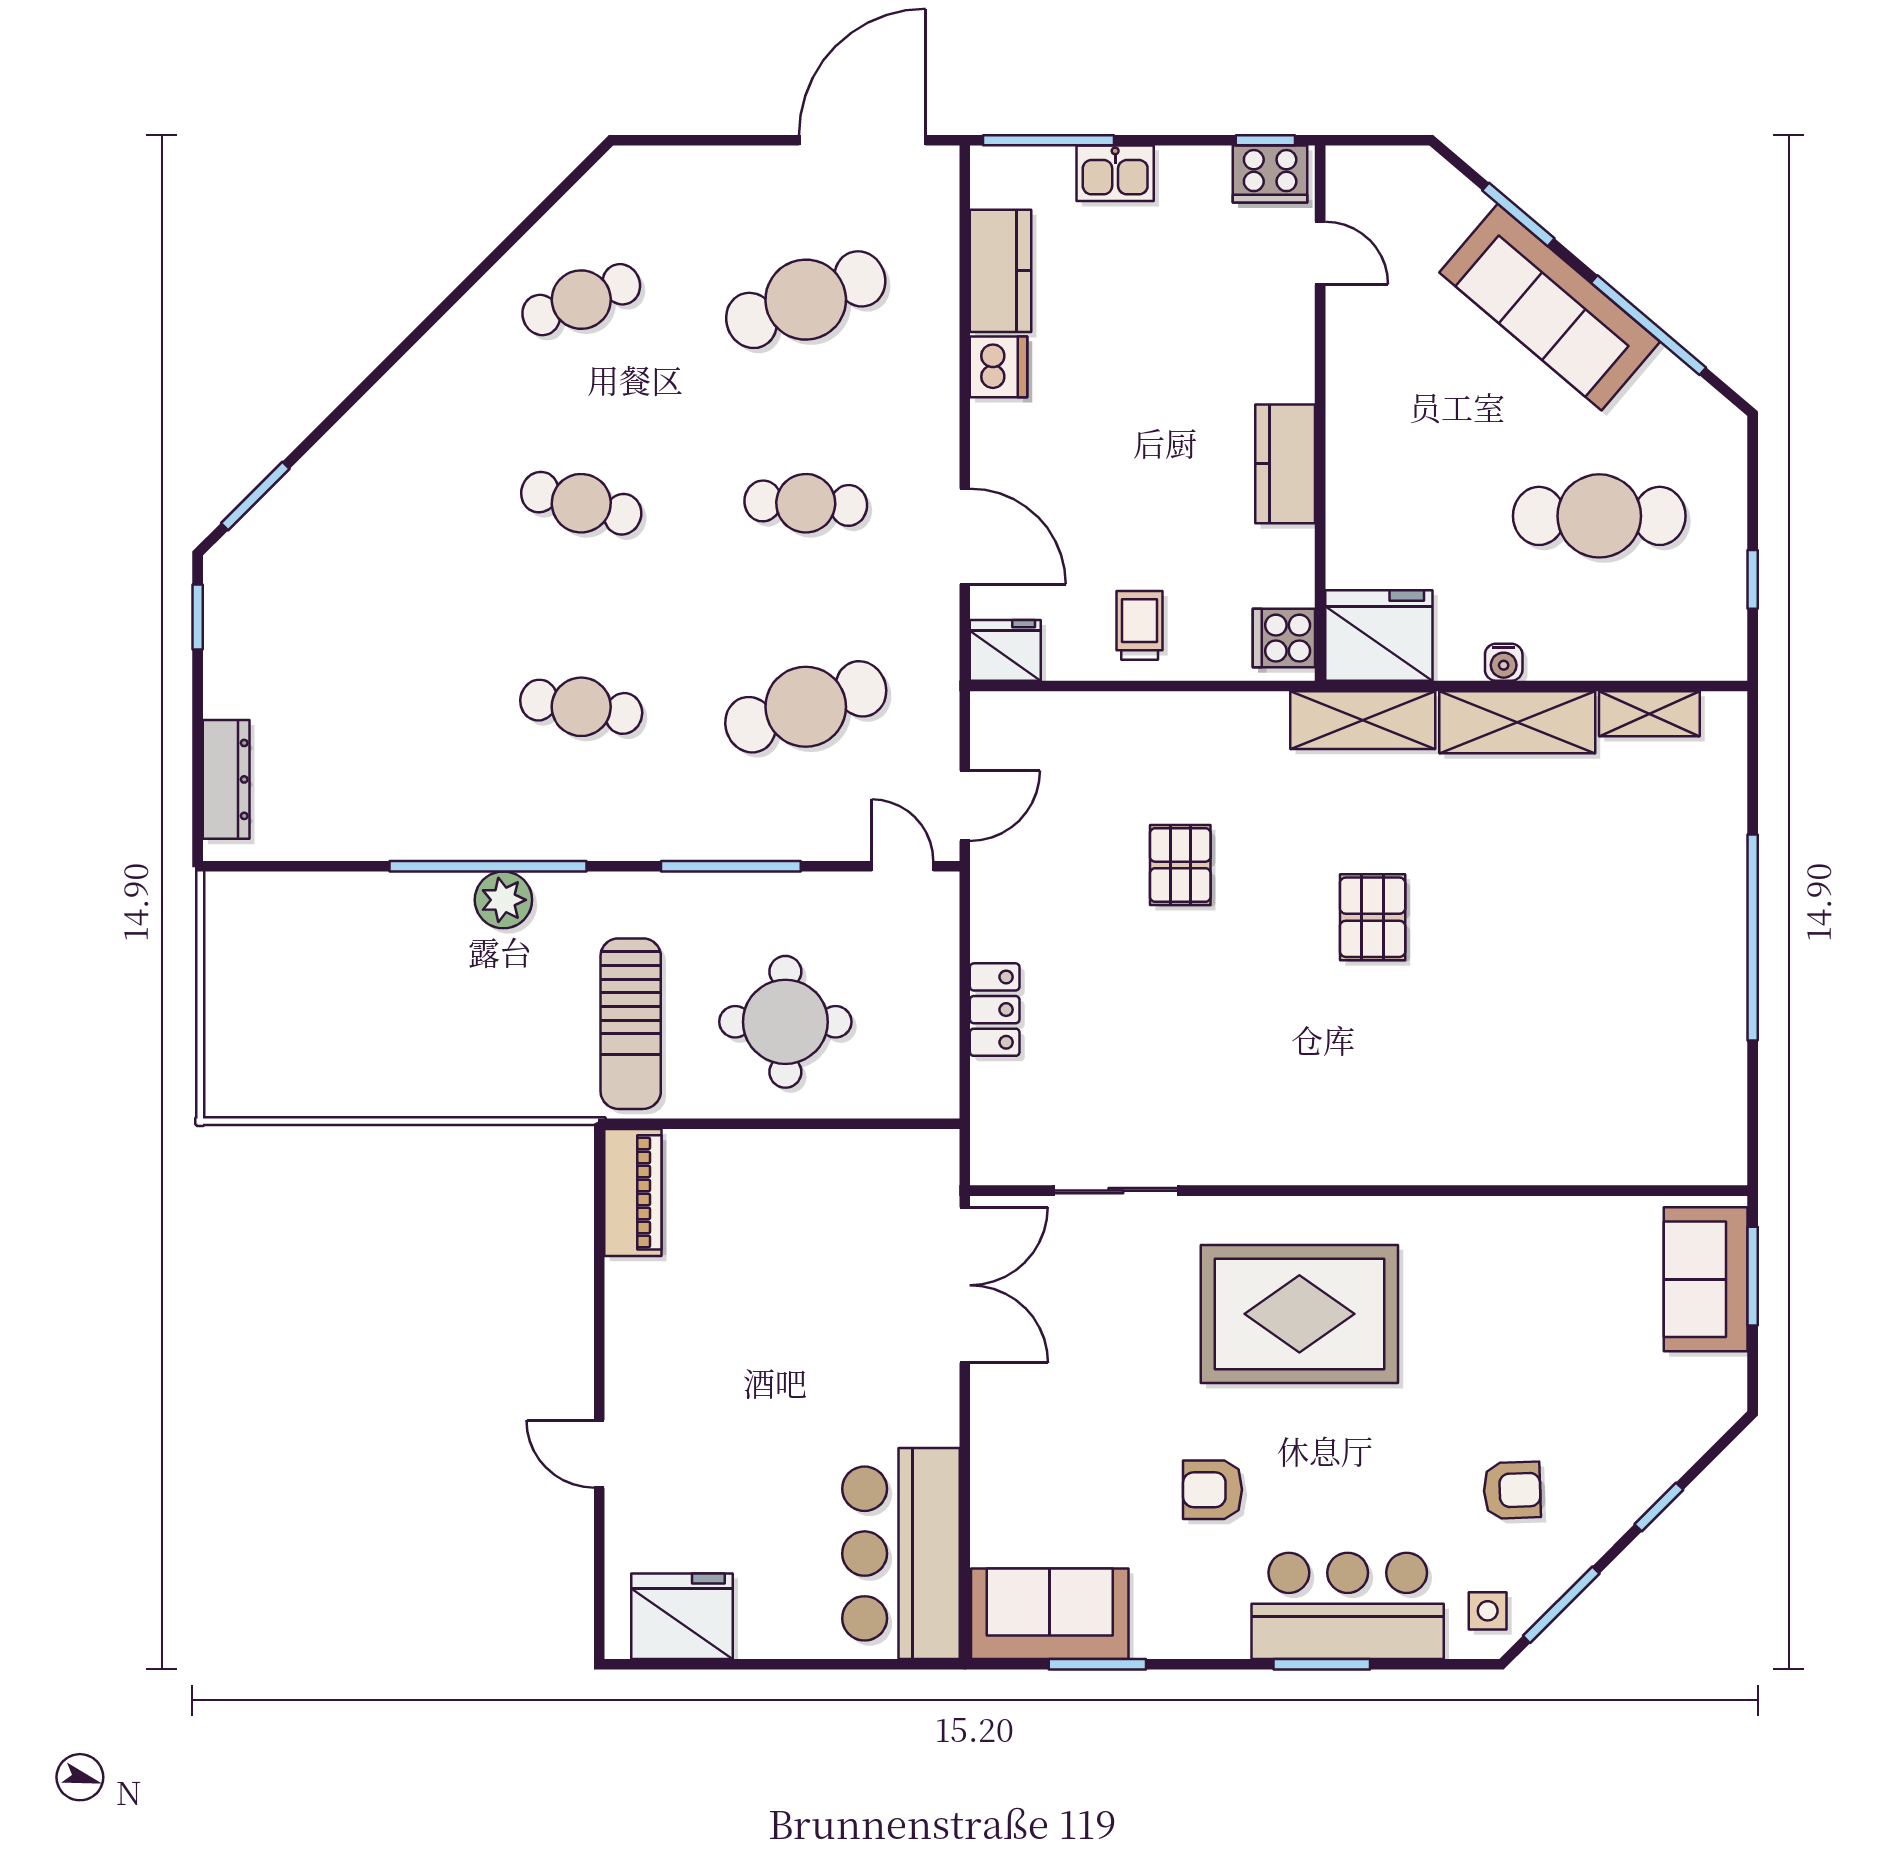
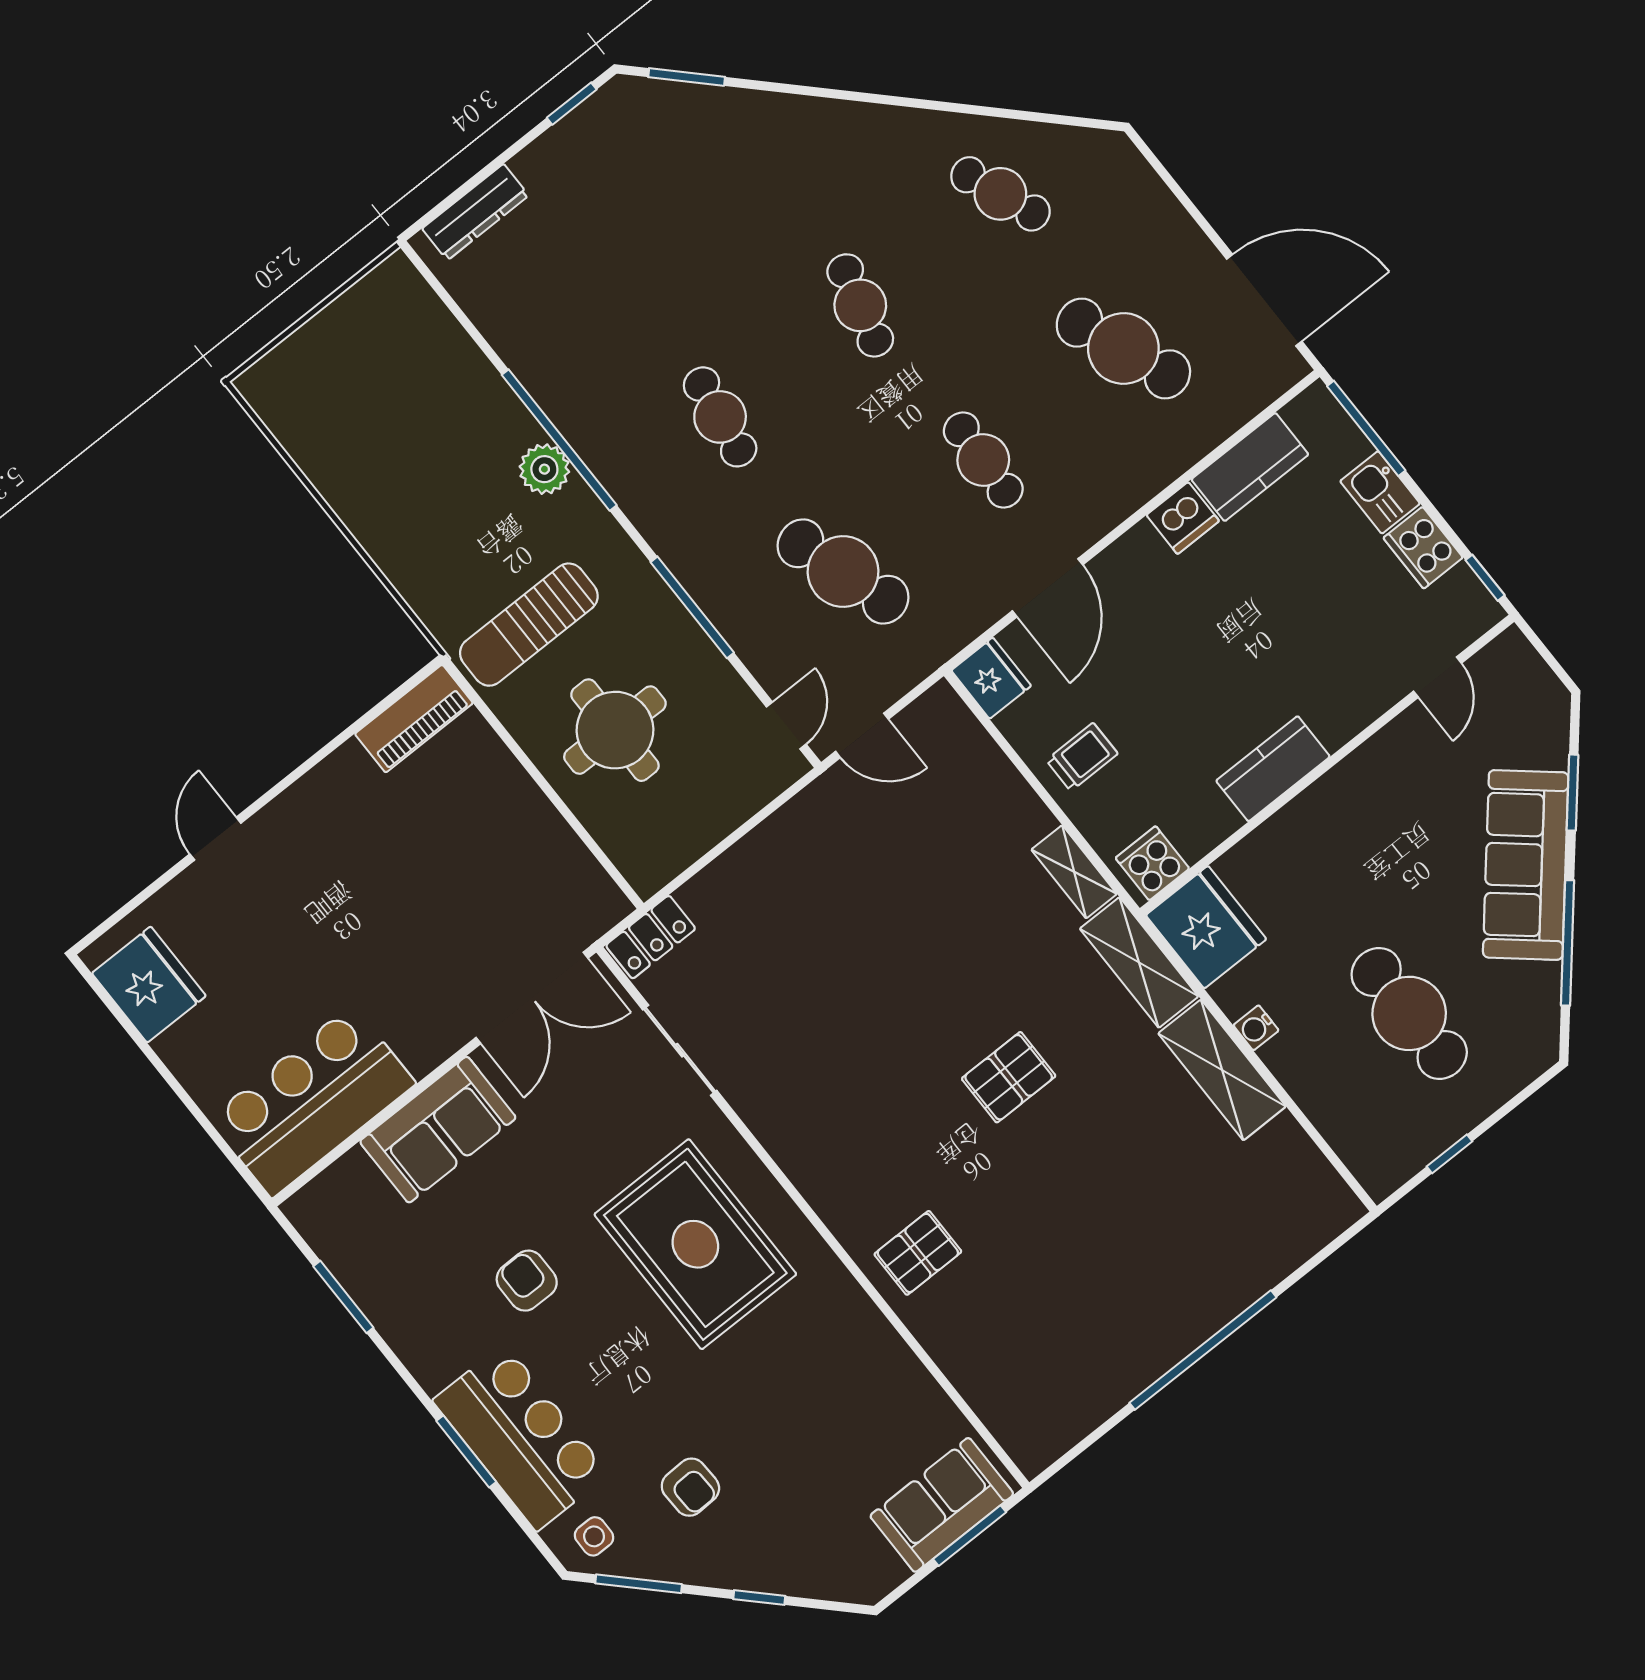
cooker: (1270, 174) -> (1423, 548), moved
shelving: (1649, 714) -> (1074, 872), moved
pallet: (1180, 865) -> (918, 1253), moved
locker: (995, 1010) -> (651, 937), moved
sofa: (1050, 1614) -> (438, 1130), moved, turned 90

